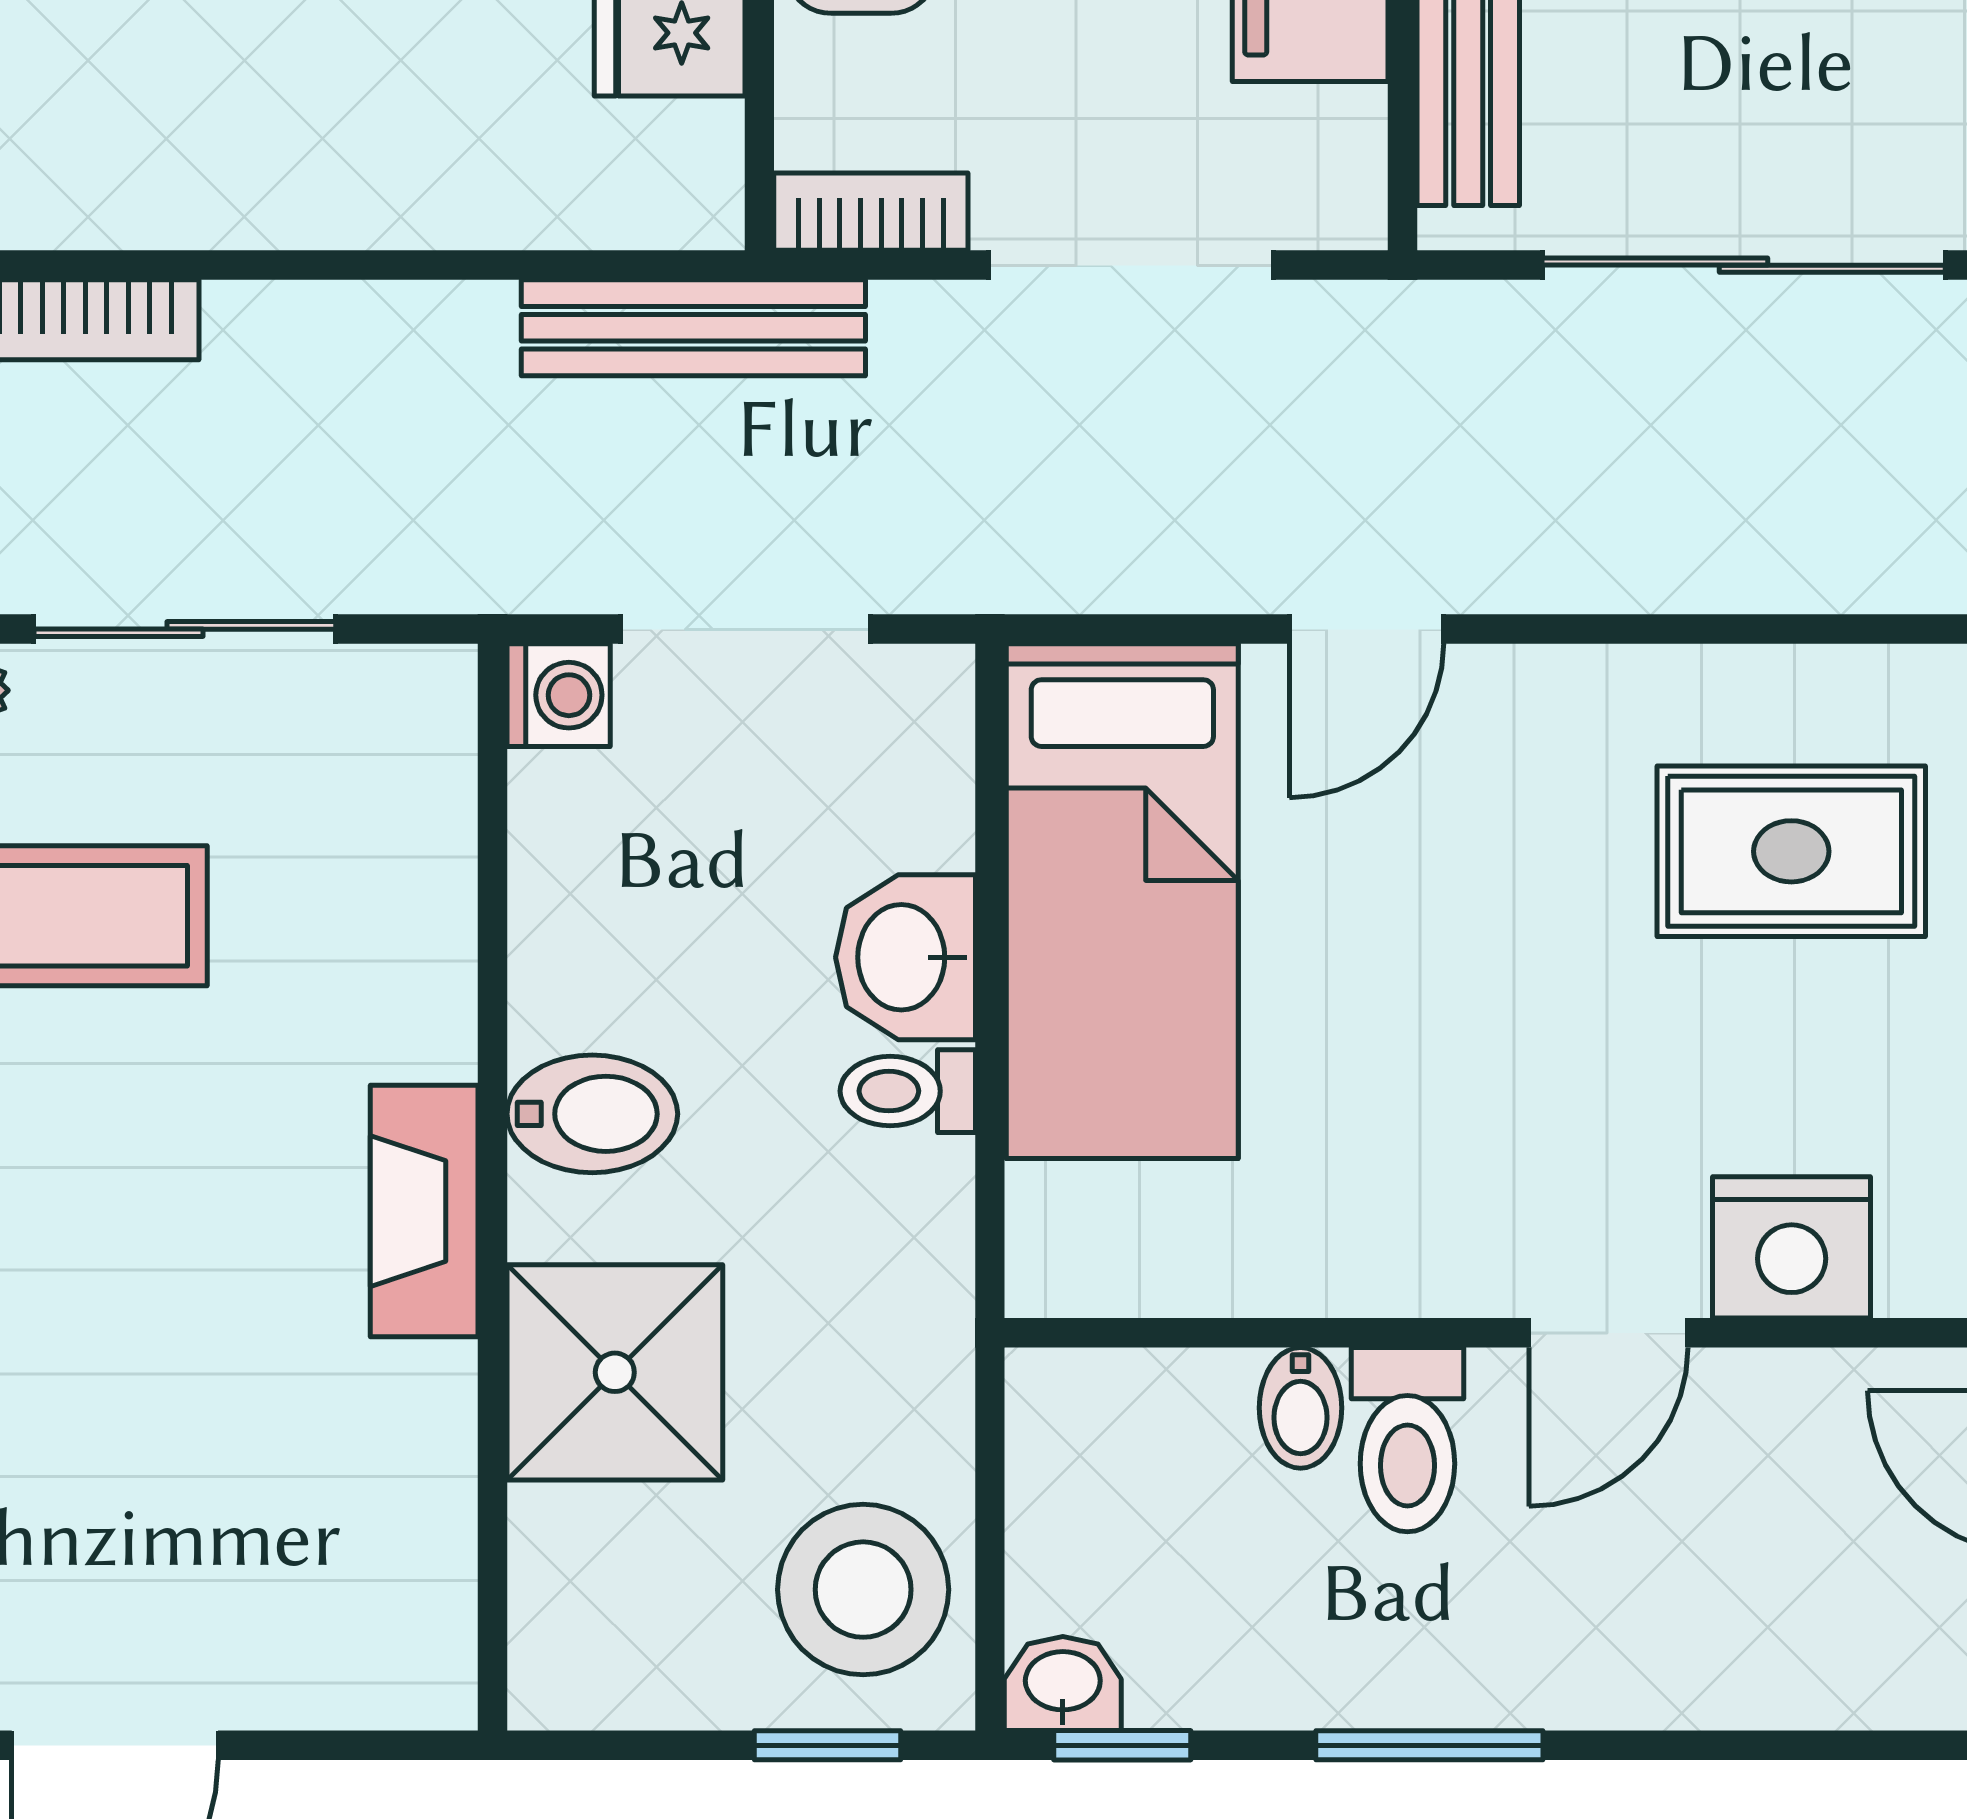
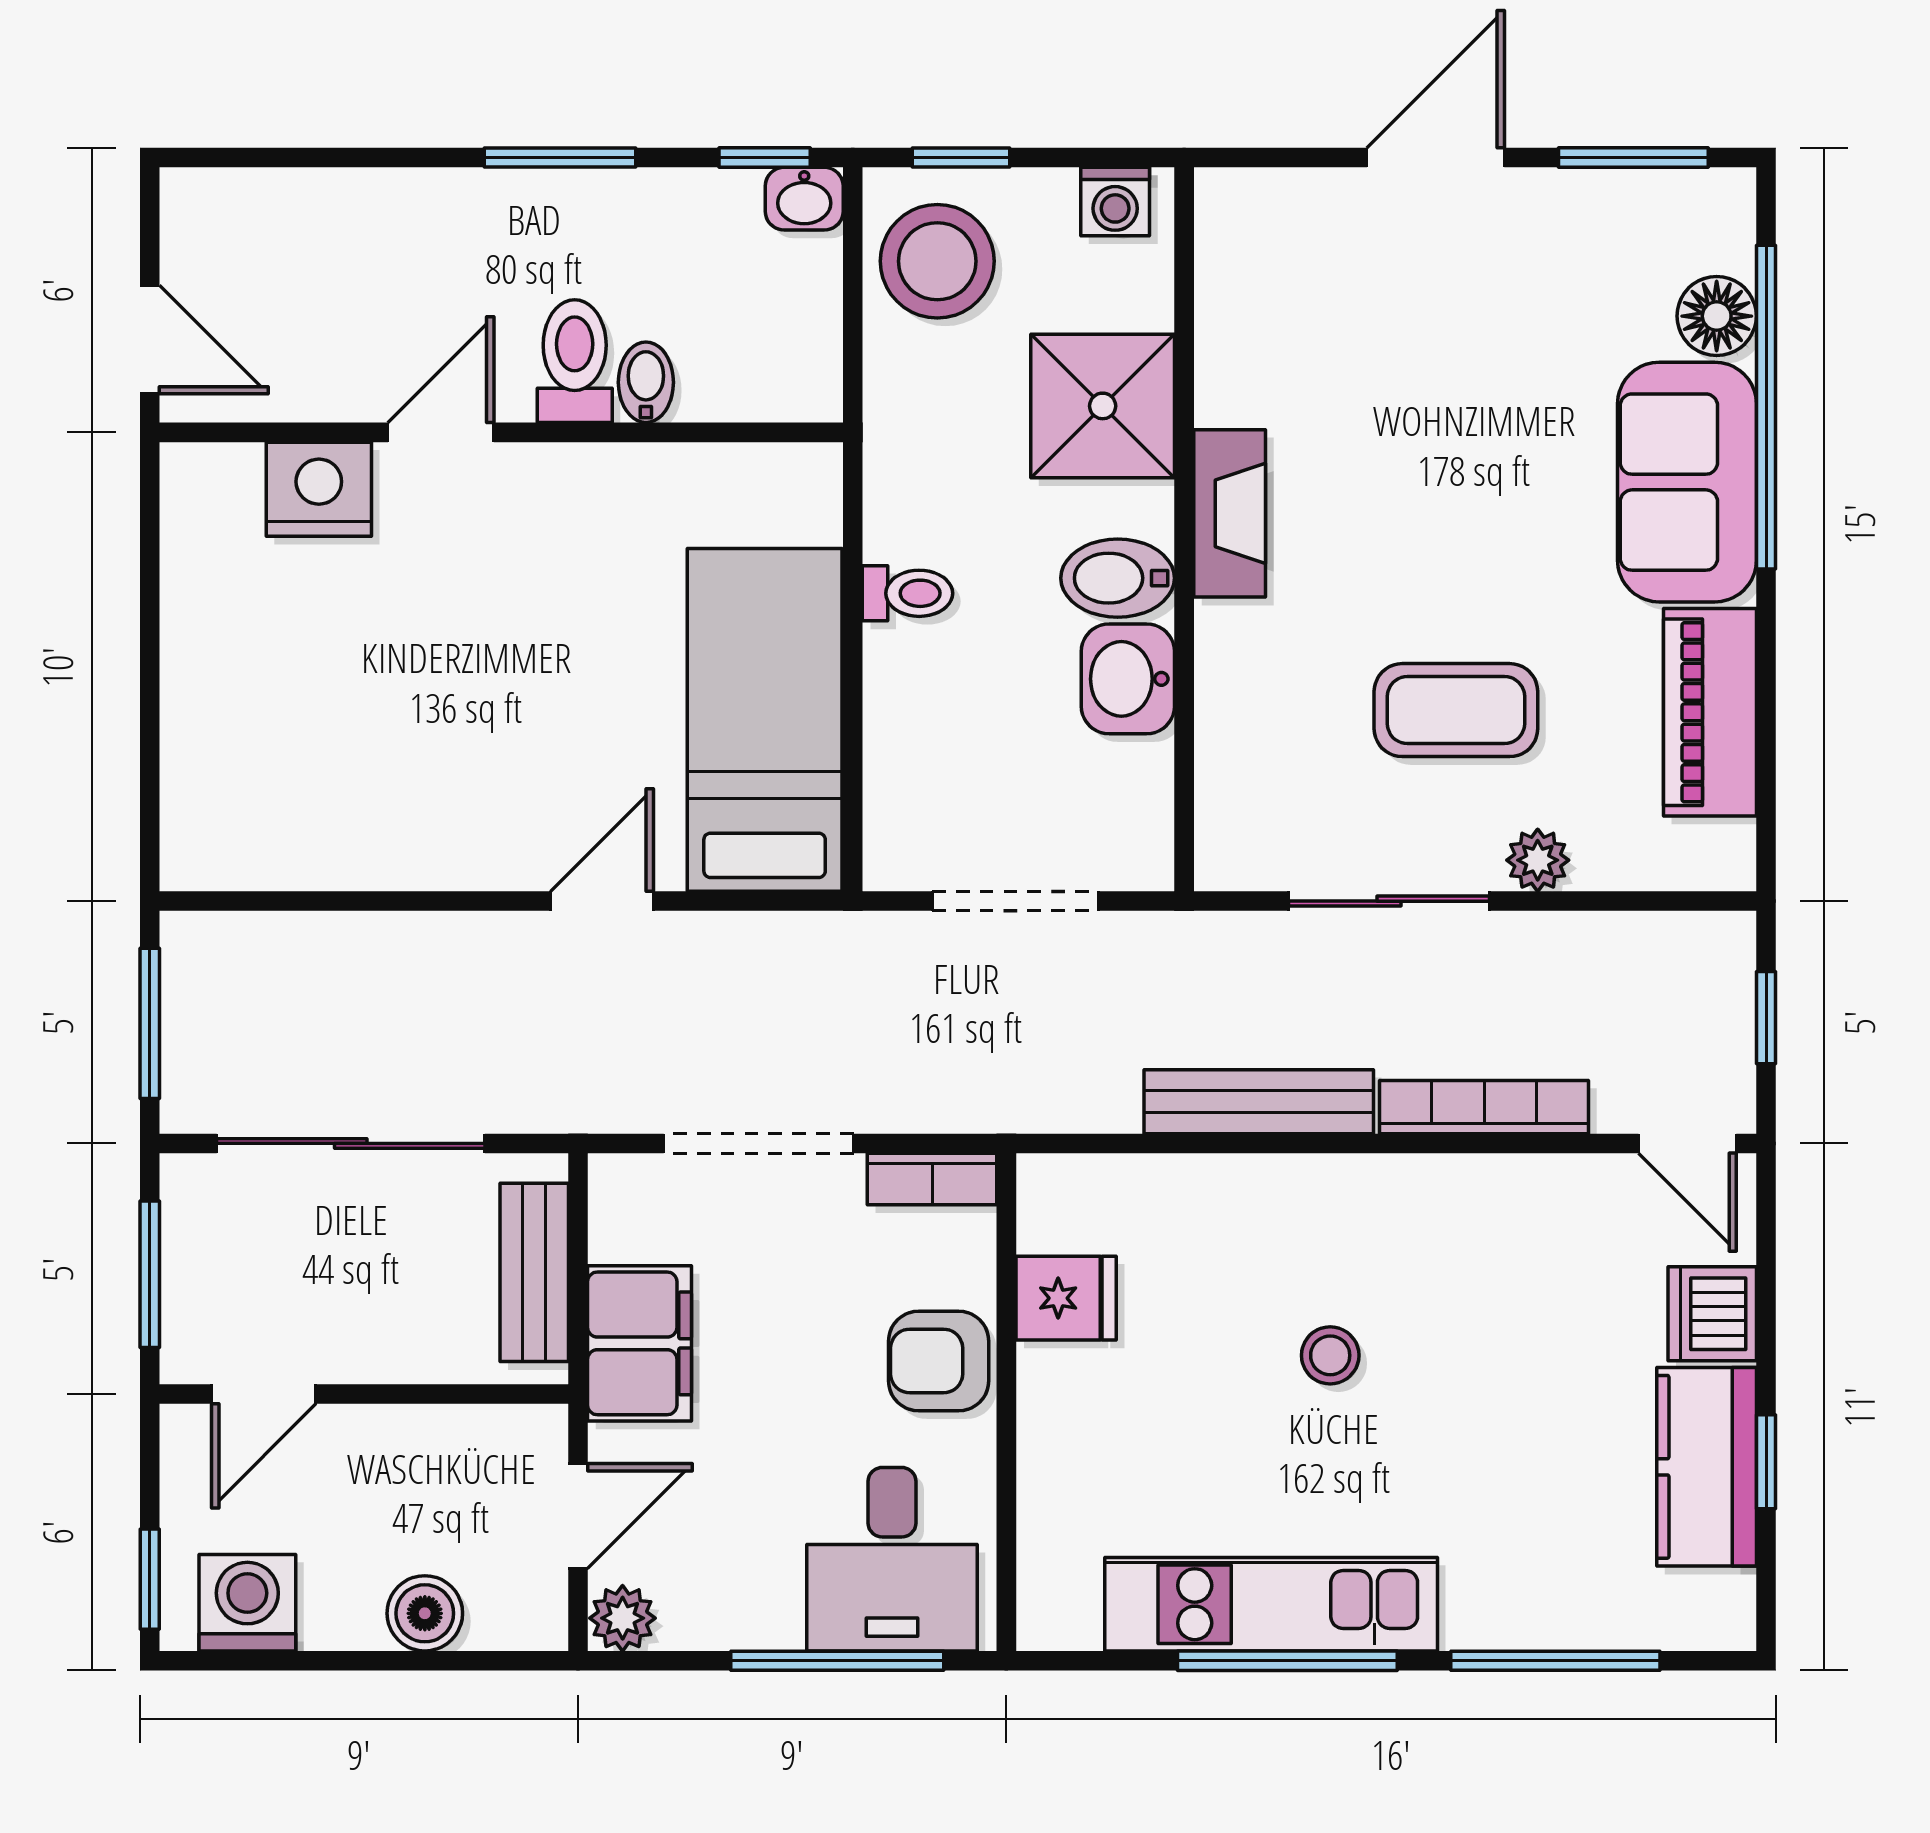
bench: (693, 328) -> (1259, 1102), moved
washing machine: (559, 695) -> (1115, 202), moved, turned -90
rug: (1791, 851) -> (319, 753), removed
washbasin: (905, 957) -> (1128, 679), moved, turned 180

